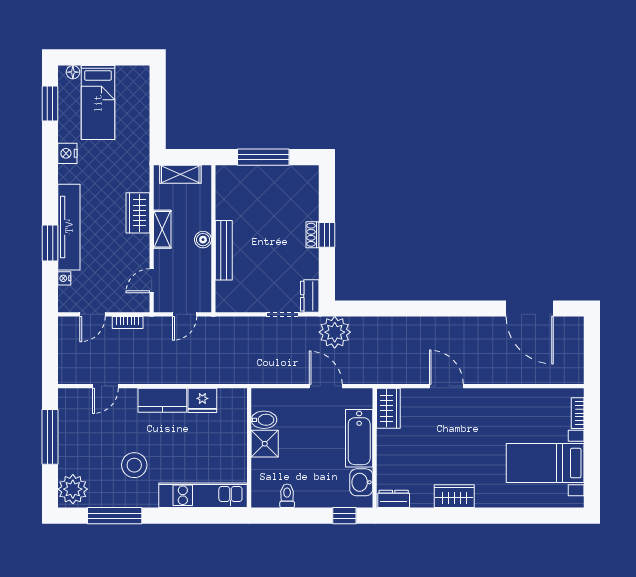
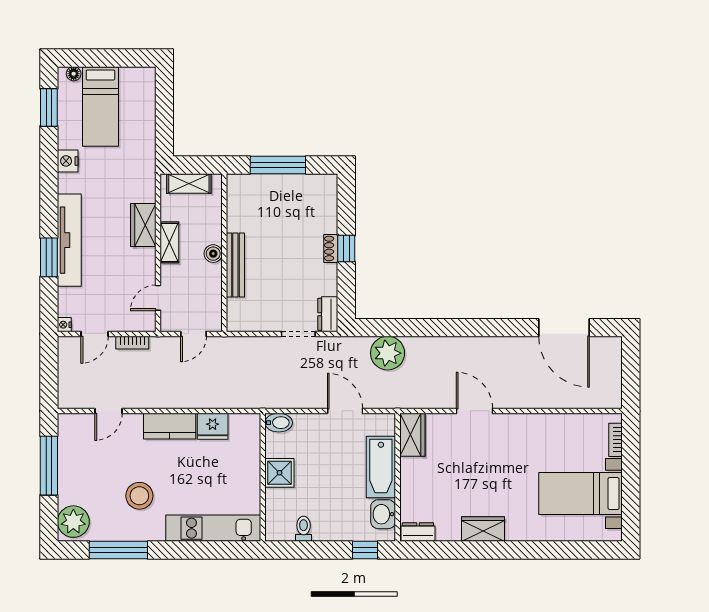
nightstand: (64, 278) -> (64, 325), moved
plant: (335, 332) -> (388, 353), moved
bidet: (264, 420) -> (279, 423), moved

